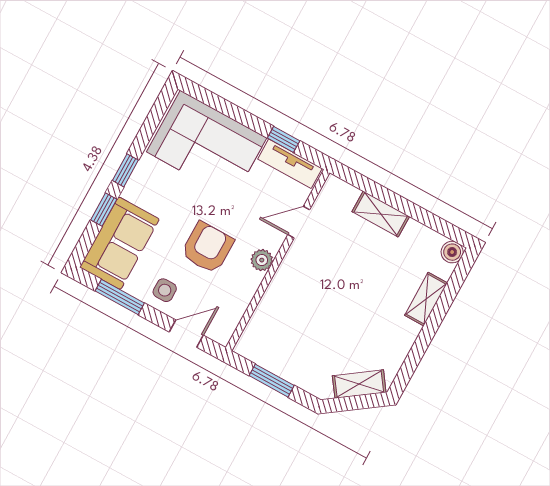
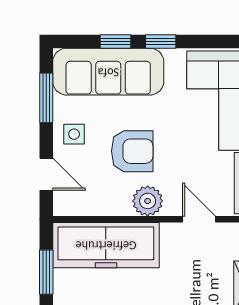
sofa: (120, 243) -> (108, 72), width x1.36
plant: (262, 260) -> (148, 201), width x1.38, depth x1.38
freezer: (277, 316) -> (106, 245), added

